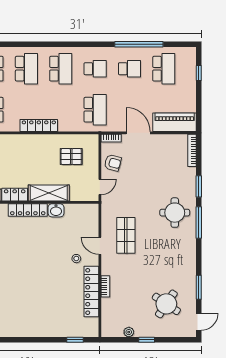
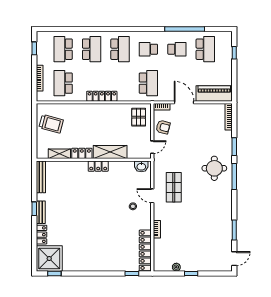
school desk: (95, 69) -> (148, 49), turned 180
pallet: (71, 157) -> (139, 117), moved, turned 90
locker: (28, 210) -> (98, 166), width x0.66
washbasin: (56, 210) -> (141, 166), moved
locker: (91, 291) -> (145, 250), moved
round table: (166, 304) -> (207, 244), removed

